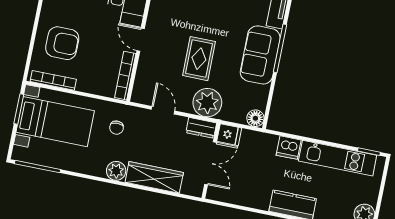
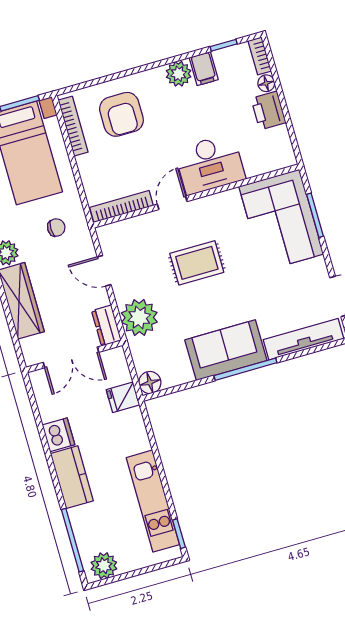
rug: (199, 59) -> (197, 263), moved
door: (163, 110) -> (104, 271), swing flipped
chair: (117, 128) -> (56, 228), turned 180
fridge: (229, 135) -> (123, 397), moved, turned 90
dishwasher: (289, 148) -> (58, 435), moved, turned 180

